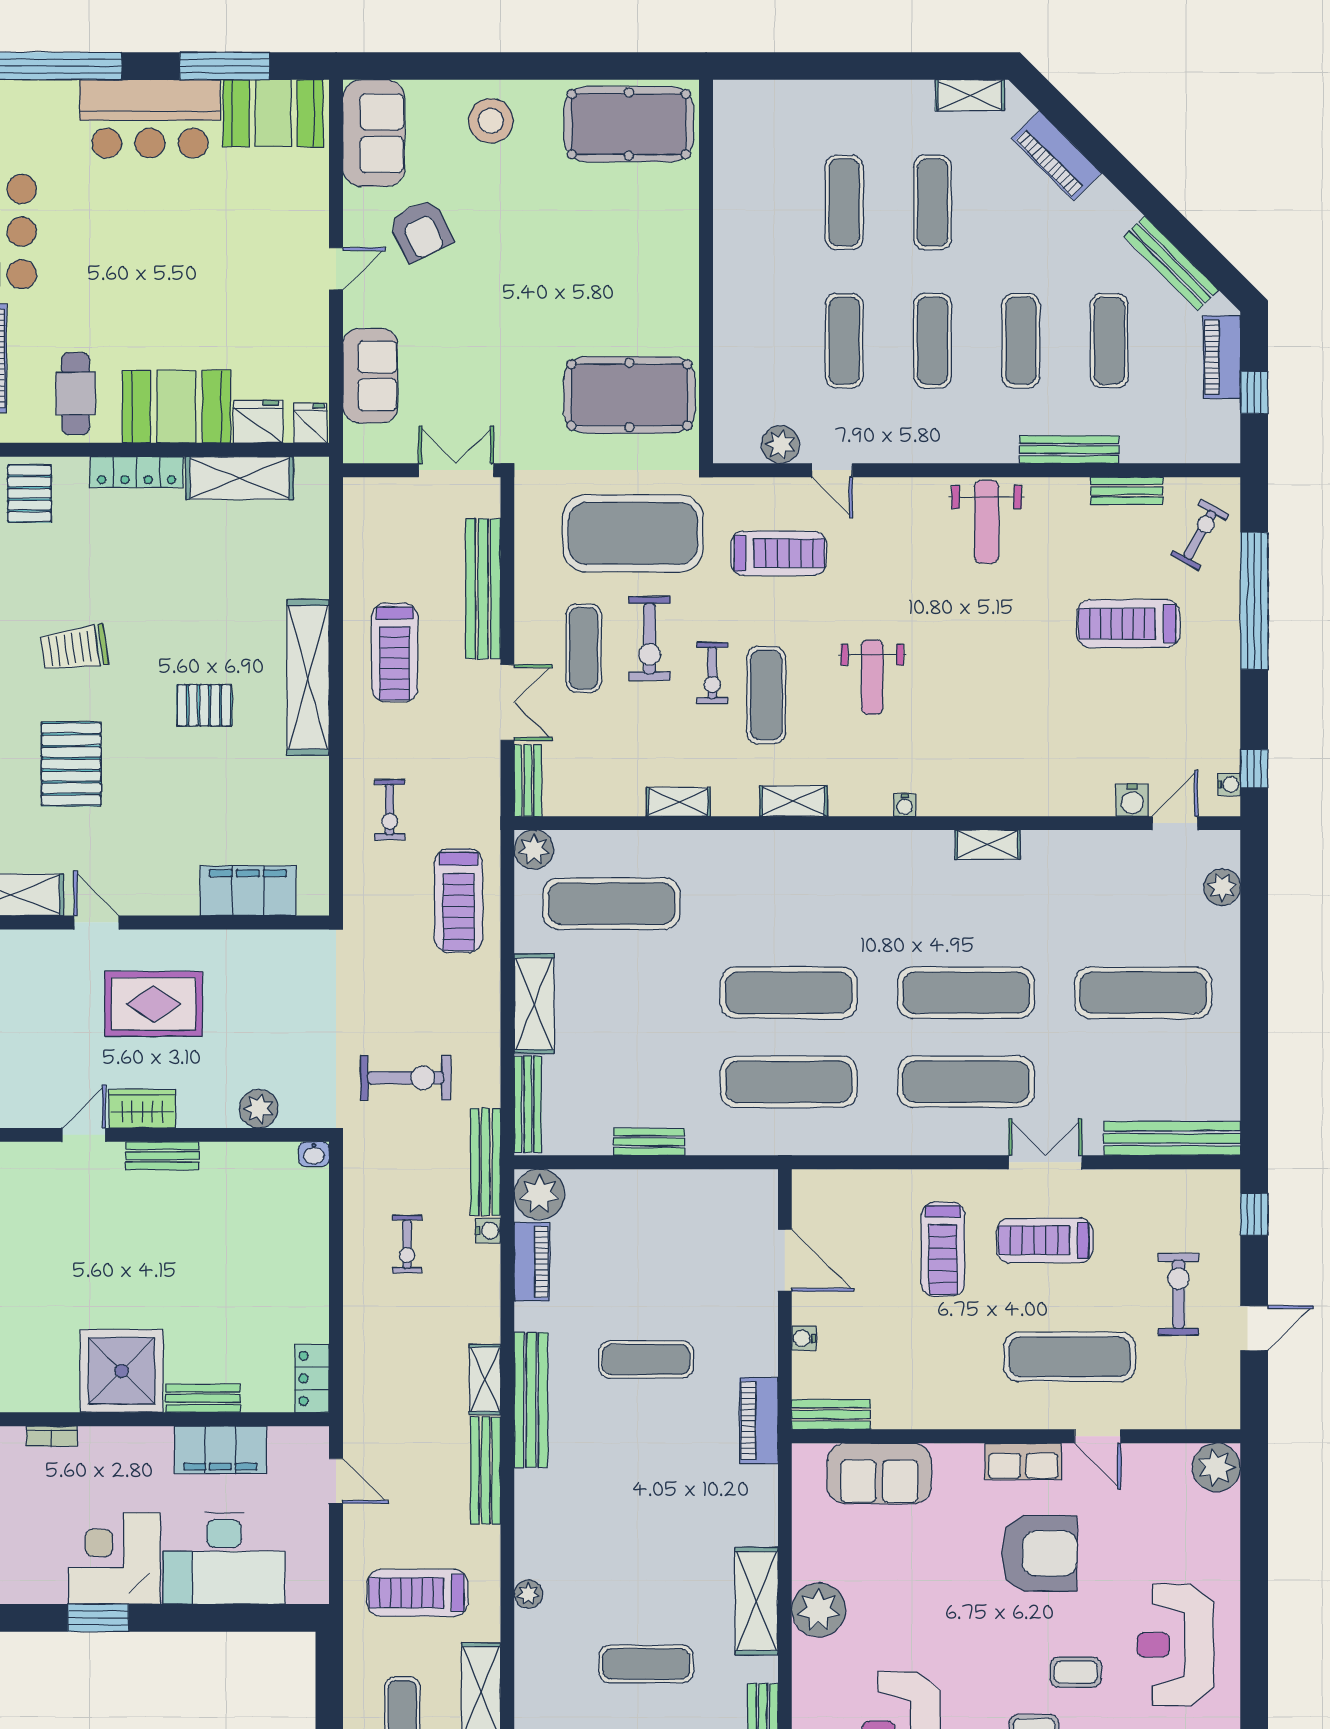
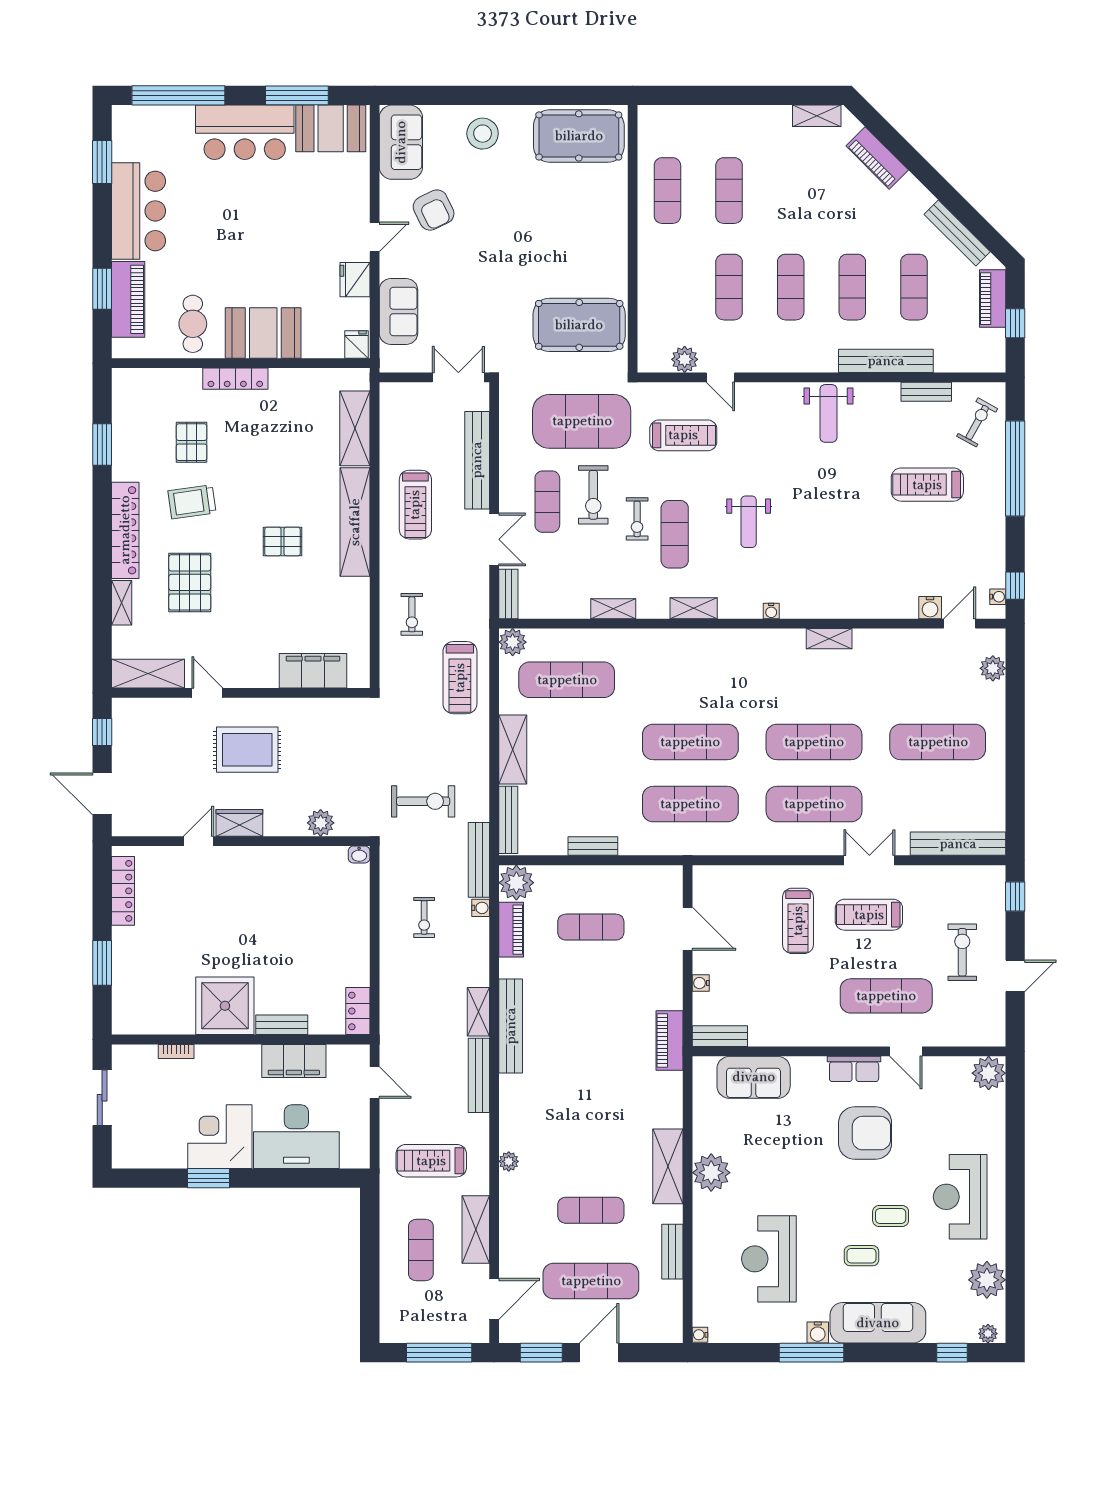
exercise mat: (933, 202) -> (667, 191), moved
fridge: (258, 422) -> (355, 280), moved, turned -90
bench: (1069, 450) -> (886, 361), width x1.37, depth x1.21
shelving: (239, 478) -> (355, 428), moved, turned 90
pallet: (29, 493) -> (192, 442), moved
bench: (162, 1156) -> (253, 856), removed
exercise mat: (646, 1360) -> (591, 927), moved

